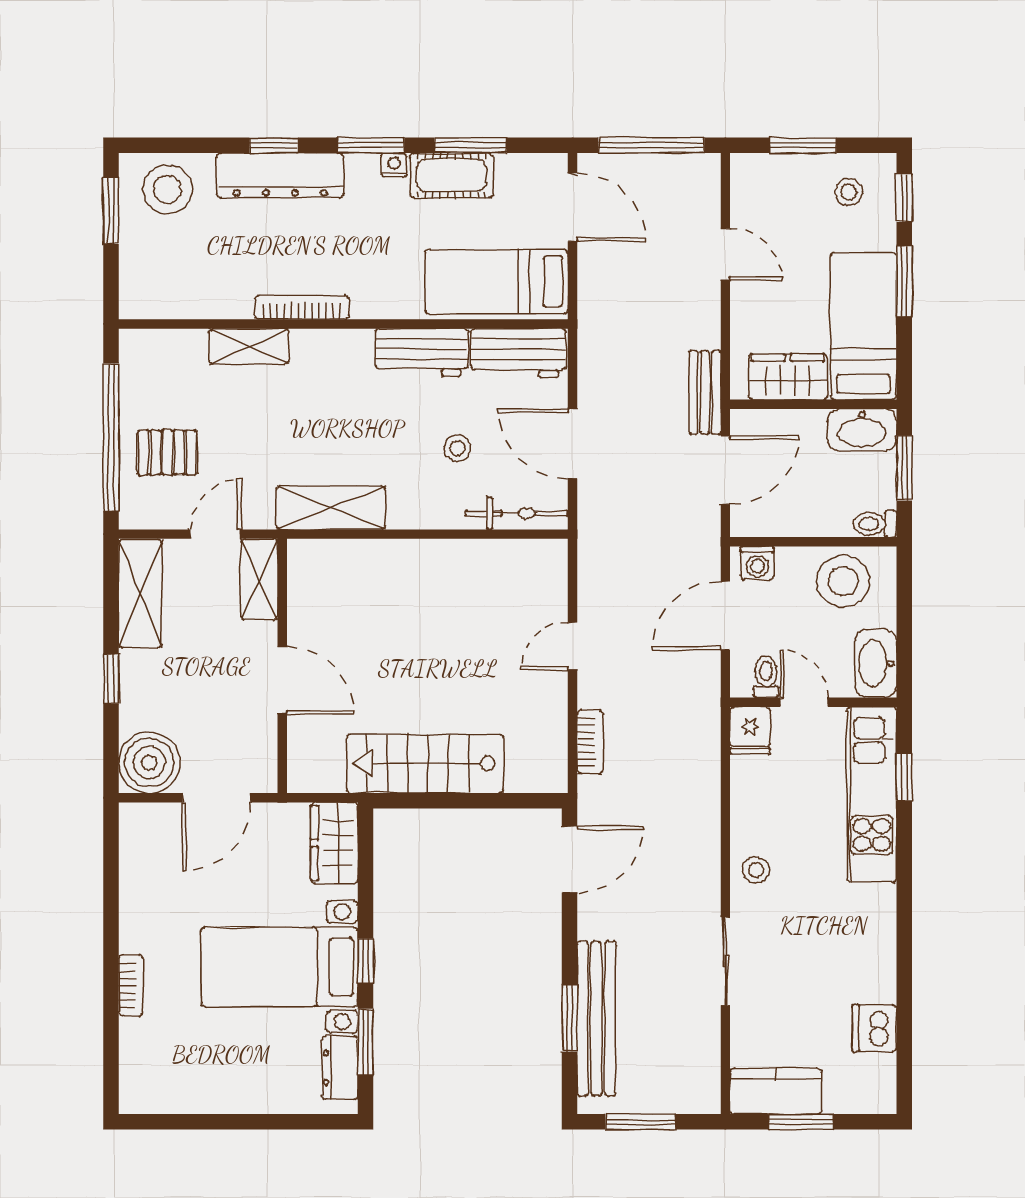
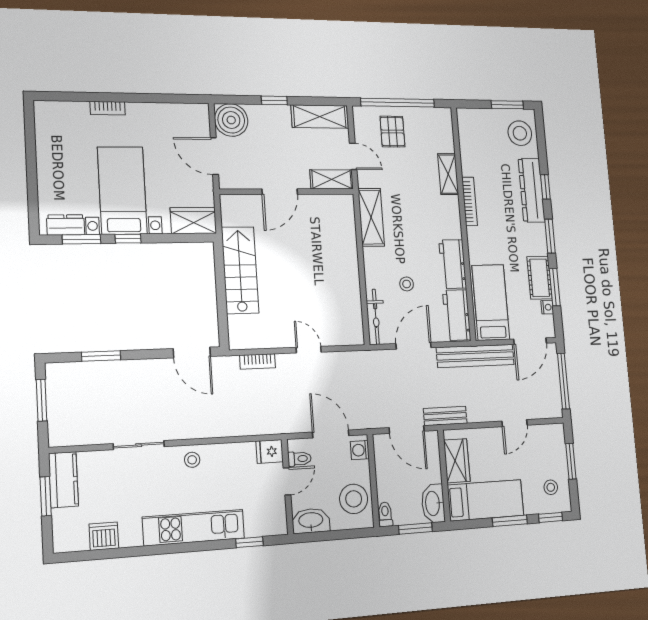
nightstand: (394, 165) -> (547, 307), moved
kitchen unit: (872, 795) -> (194, 528), moved
bench: (596, 1019) -> (475, 356), moved

